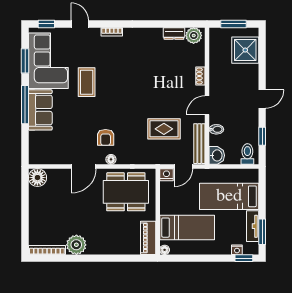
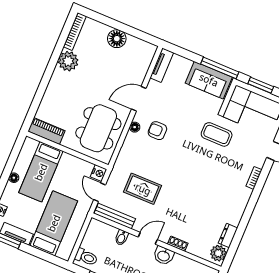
door: (207, 105) -> (148, 238), hinge flipped
rug: (164, 129) -> (143, 189), turned 90
washbasin: (217, 155) -> (164, 256), moved
tv unit: (45, 158) -> (162, 65), added
door: (84, 166) -> (139, 99), hinge flipped
floor lamp: (37, 178) -> (117, 39), moved
floor lamp: (165, 250) -> (14, 178), moved

